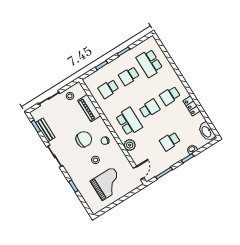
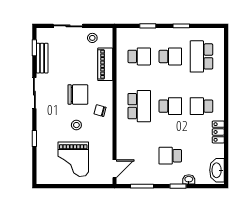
school desk: (129, 76) -> (170, 56), turned 180
school desk: (108, 89) -> (139, 56), turned 180
plant: (130, 145) -> (124, 132), removed
grand piano: (107, 184) -> (73, 159), turned 90

